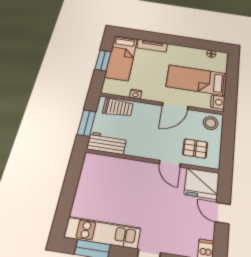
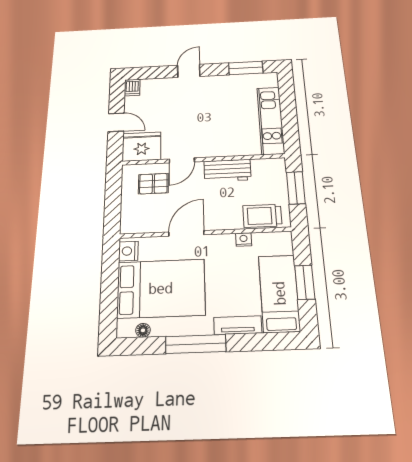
window: (180, 41) -> (196, 344), added
bed: (197, 80) -> (161, 288), width x1.50
stool: (211, 123) -> (136, 219), removed
workbench: (107, 143) -> (227, 170), moved
door: (170, 164) -> (182, 160), swing flipped
kitchen unit: (103, 233) -> (271, 120), moved, turned 90

